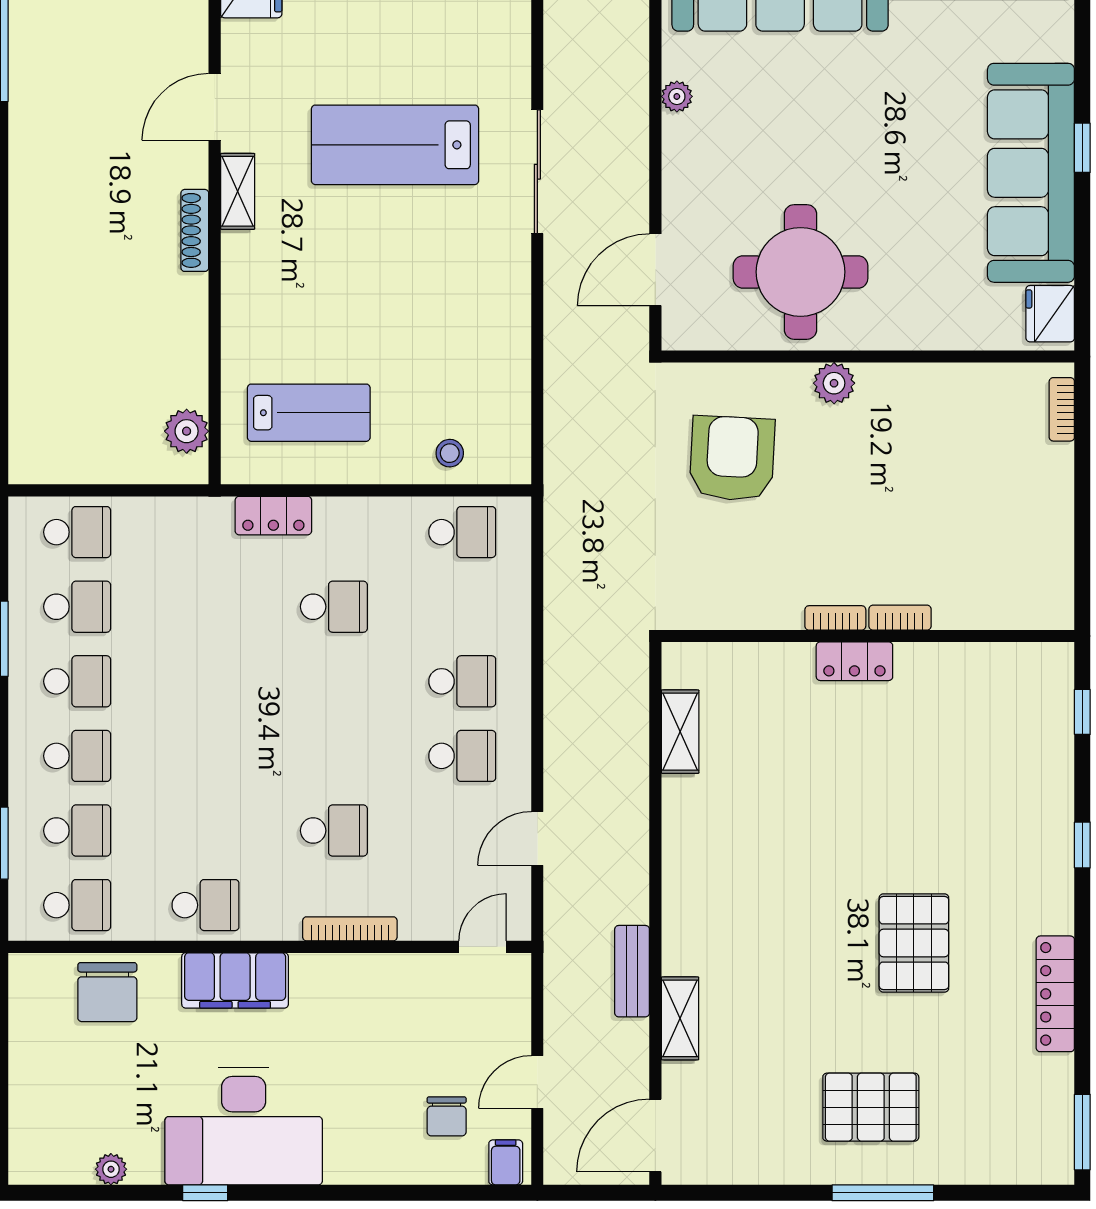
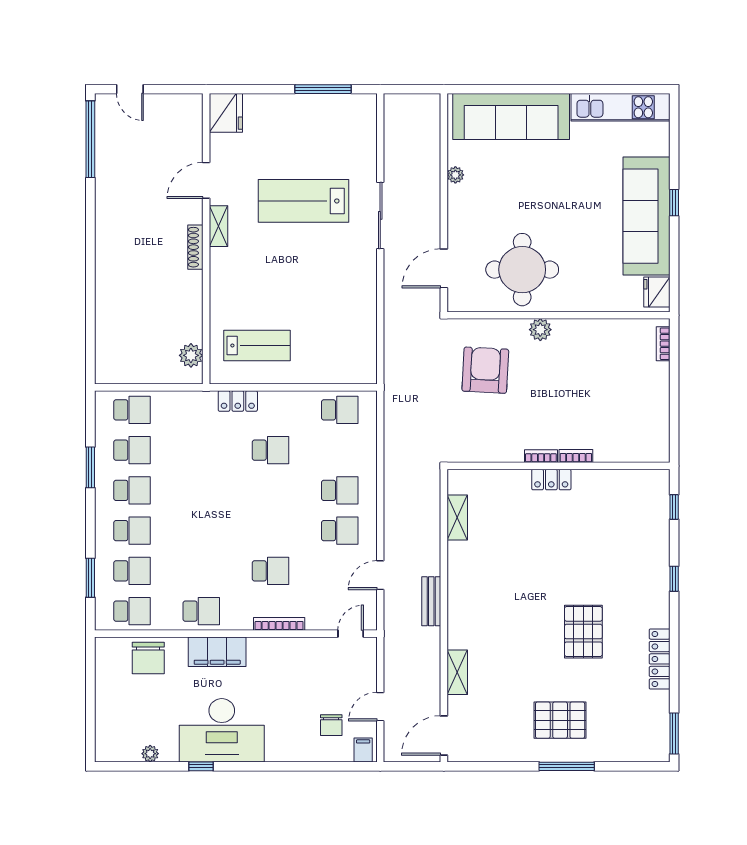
stool: (450, 453) -> (333, 367), removed
bench: (632, 971) -> (431, 601), moved

